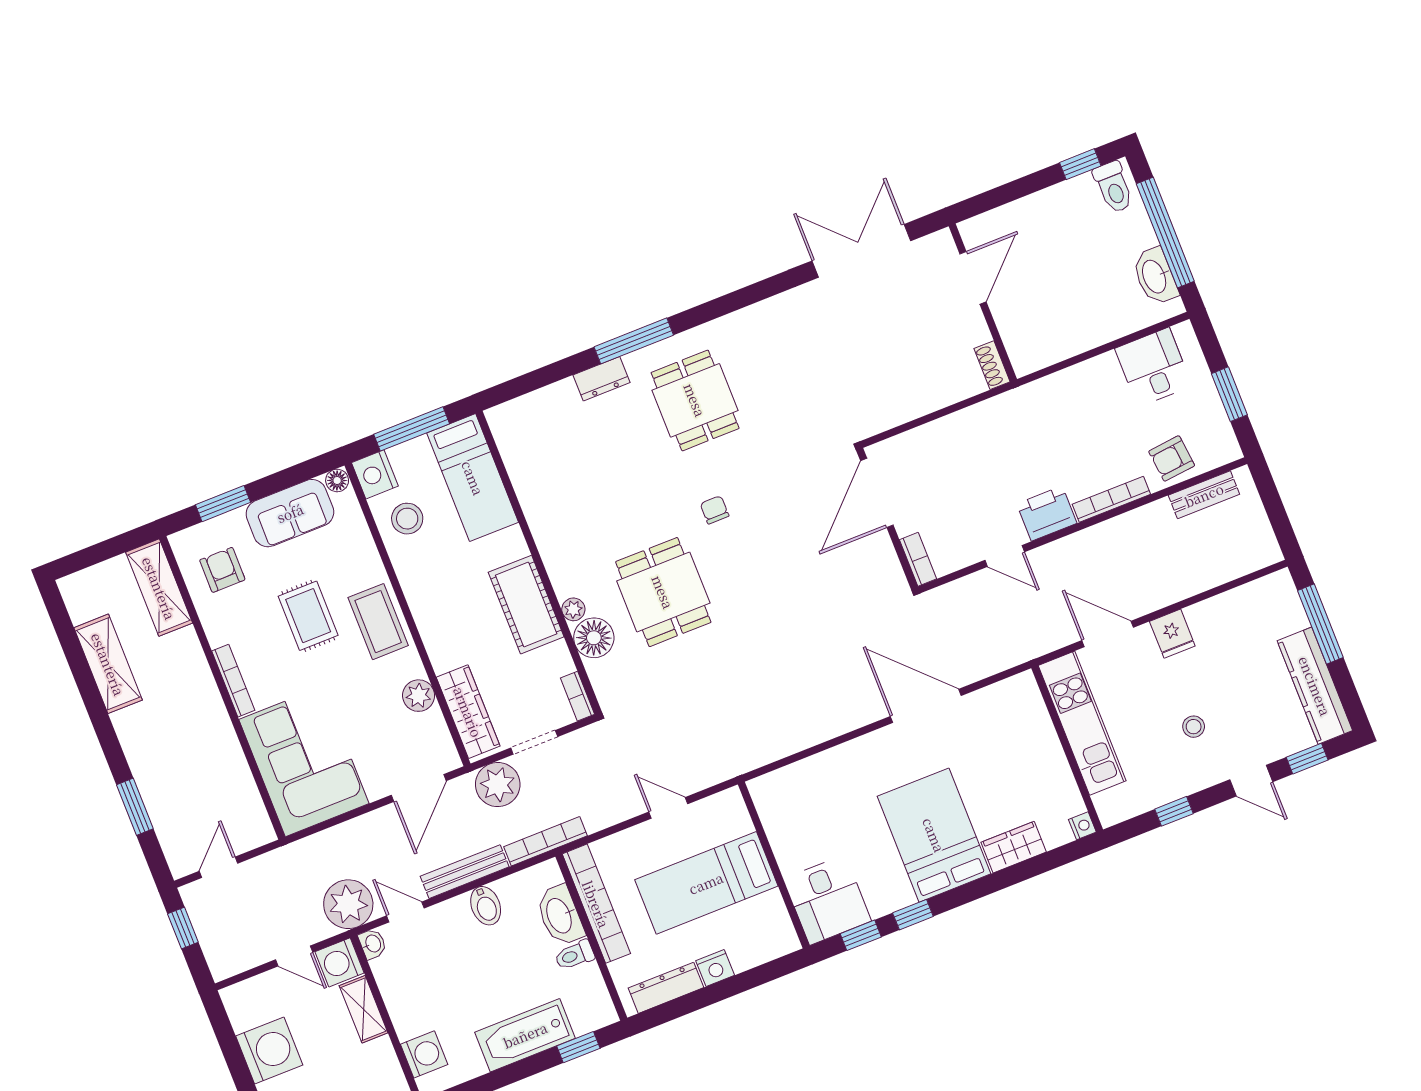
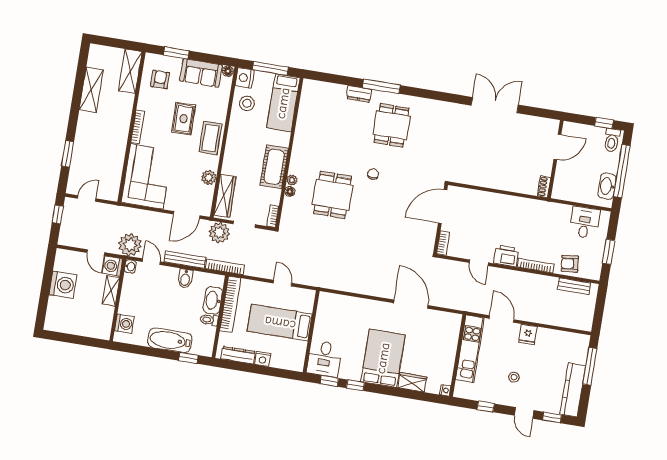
door: (973, 278) -> (557, 147), moved
wall: (983, 303) -> (555, 159), moved
shoe rack: (992, 365) -> (544, 187), moved
floor lamp: (594, 638) -> (290, 191), width x0.53, depth x0.53

